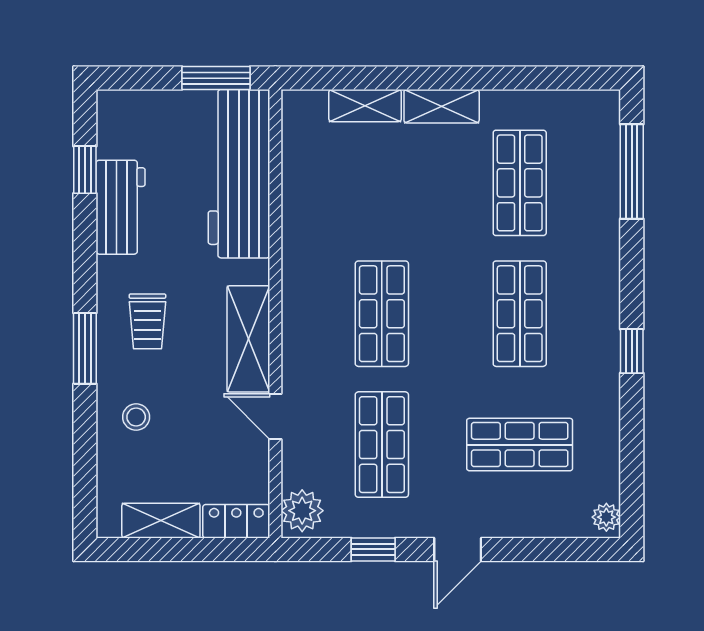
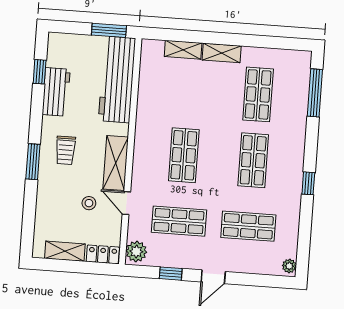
stool: (136, 417) -> (89, 203), moved
shop shelf: (382, 445) -> (179, 221), turned 90

